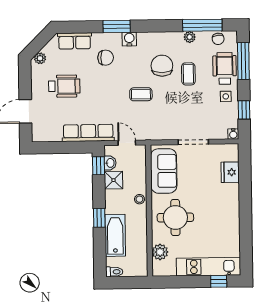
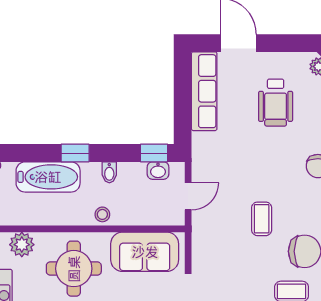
row of seats: (88, 133) -> (204, 91), moved
shower: (113, 180) -> (132, 175), removed
bidet: (112, 195) -> (109, 172), added

